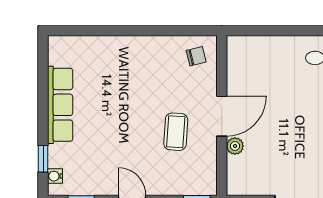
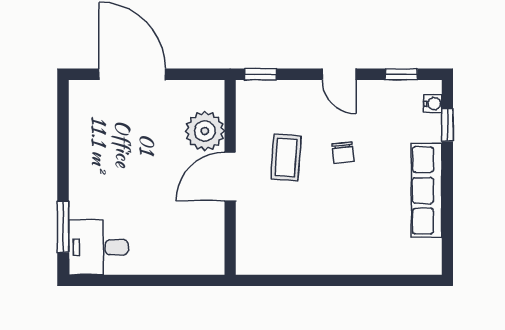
chair: (196, 56) -> (343, 152), moved, turned -82
plant: (235, 146) -> (205, 131), width x1.88, depth x1.88

